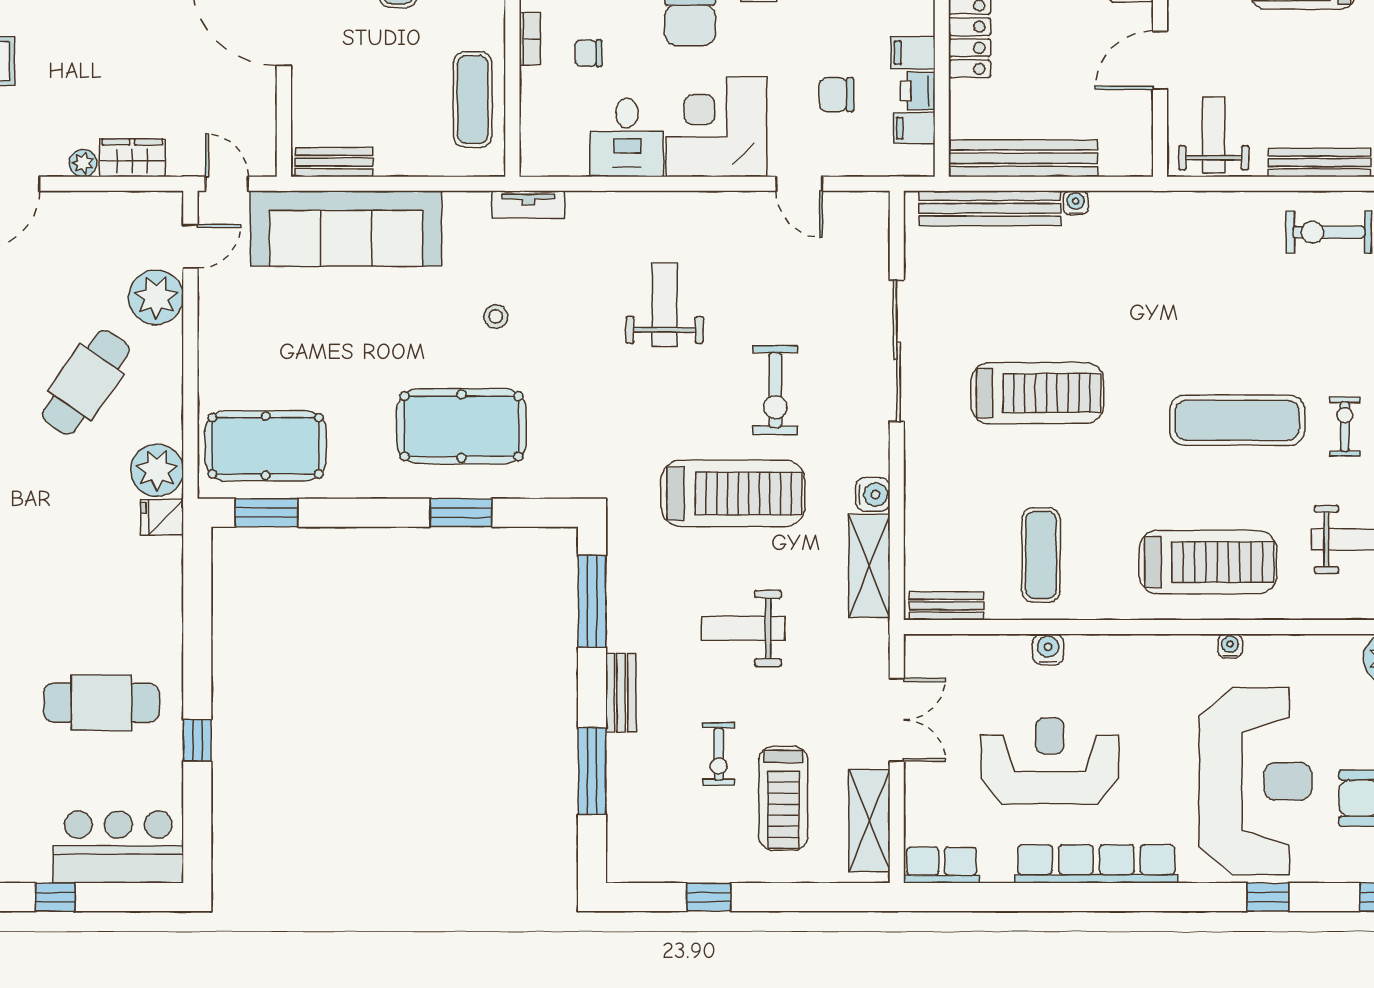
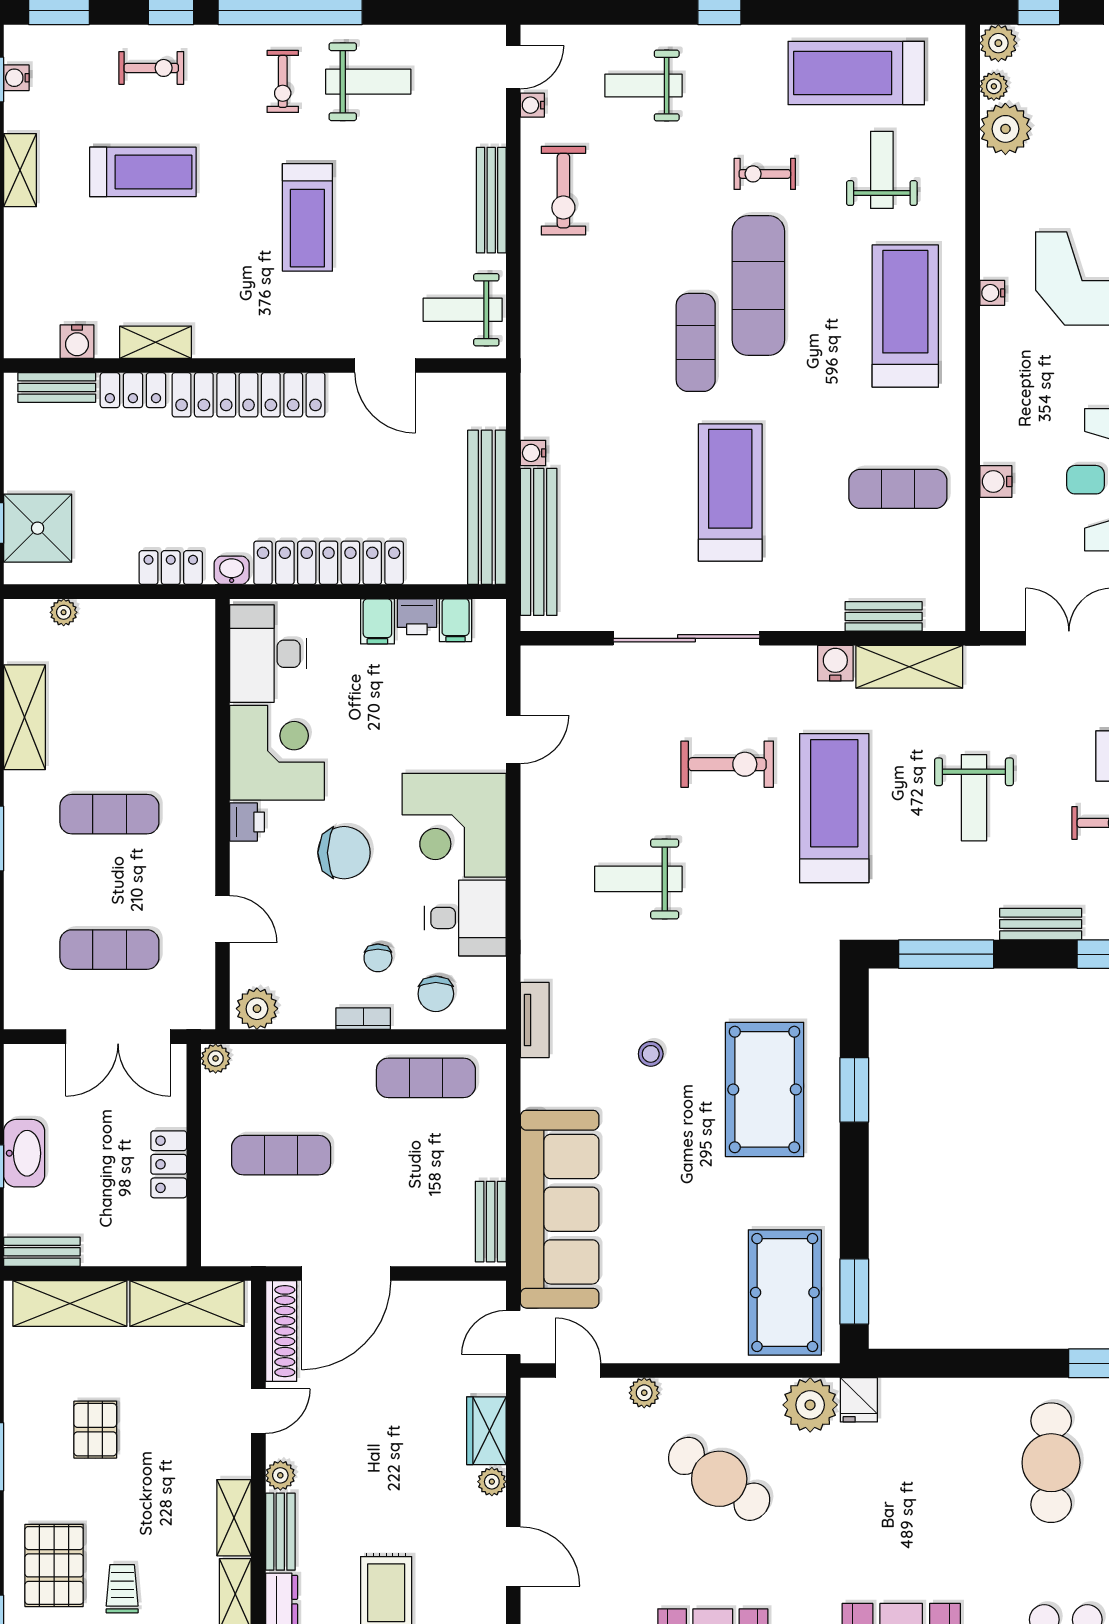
chair: (836, 95) -> (436, 994), moved
plant: (156, 297) -> (644, 1393), width x0.53, depth x0.53
exercise mat: (1182, 360) -> (696, 342), added
bench: (946, 606) -> (884, 616), moved, turned 90

